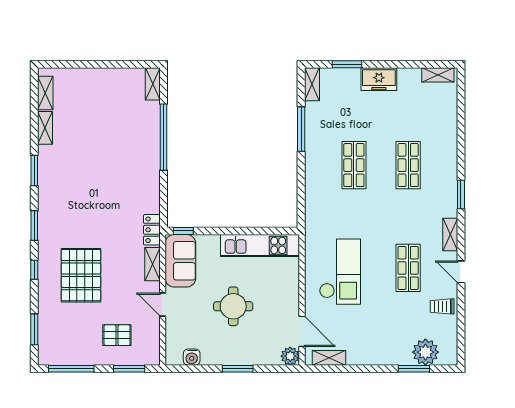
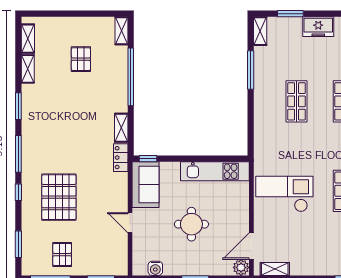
pallet: (106, 117) -> (81, 59), added
window: (34, 225) -> (18, 154), width x1.44
shelving: (152, 264) -> (121, 128), moved
checkout: (340, 272) -> (284, 194), turned -90
door: (302, 331) -> (251, 246), swing flipped
pallet: (117, 335) -> (62, 255), moved, turned 90

